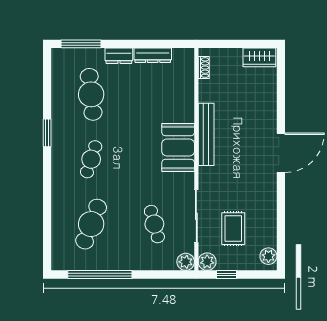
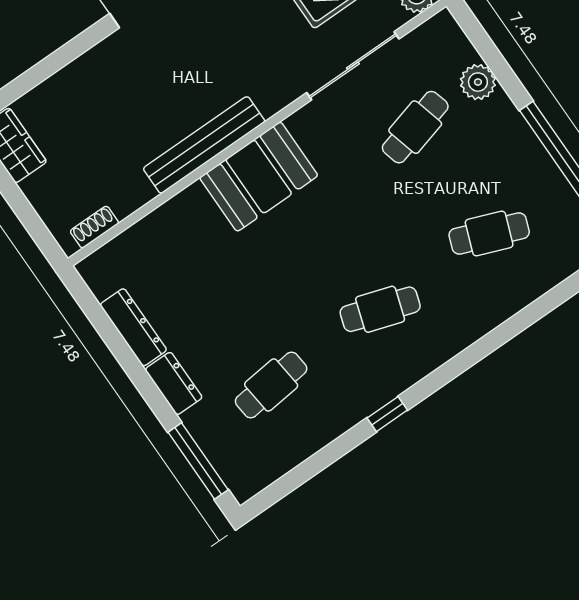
cafe table: (91, 94) -> (271, 385), width x0.73, depth x0.74
window: (47, 133) -> (387, 414), width x0.67
cafe table: (91, 224) -> (489, 233), width x0.73, depth x0.74
plant: (186, 262) -> (478, 82), moved

